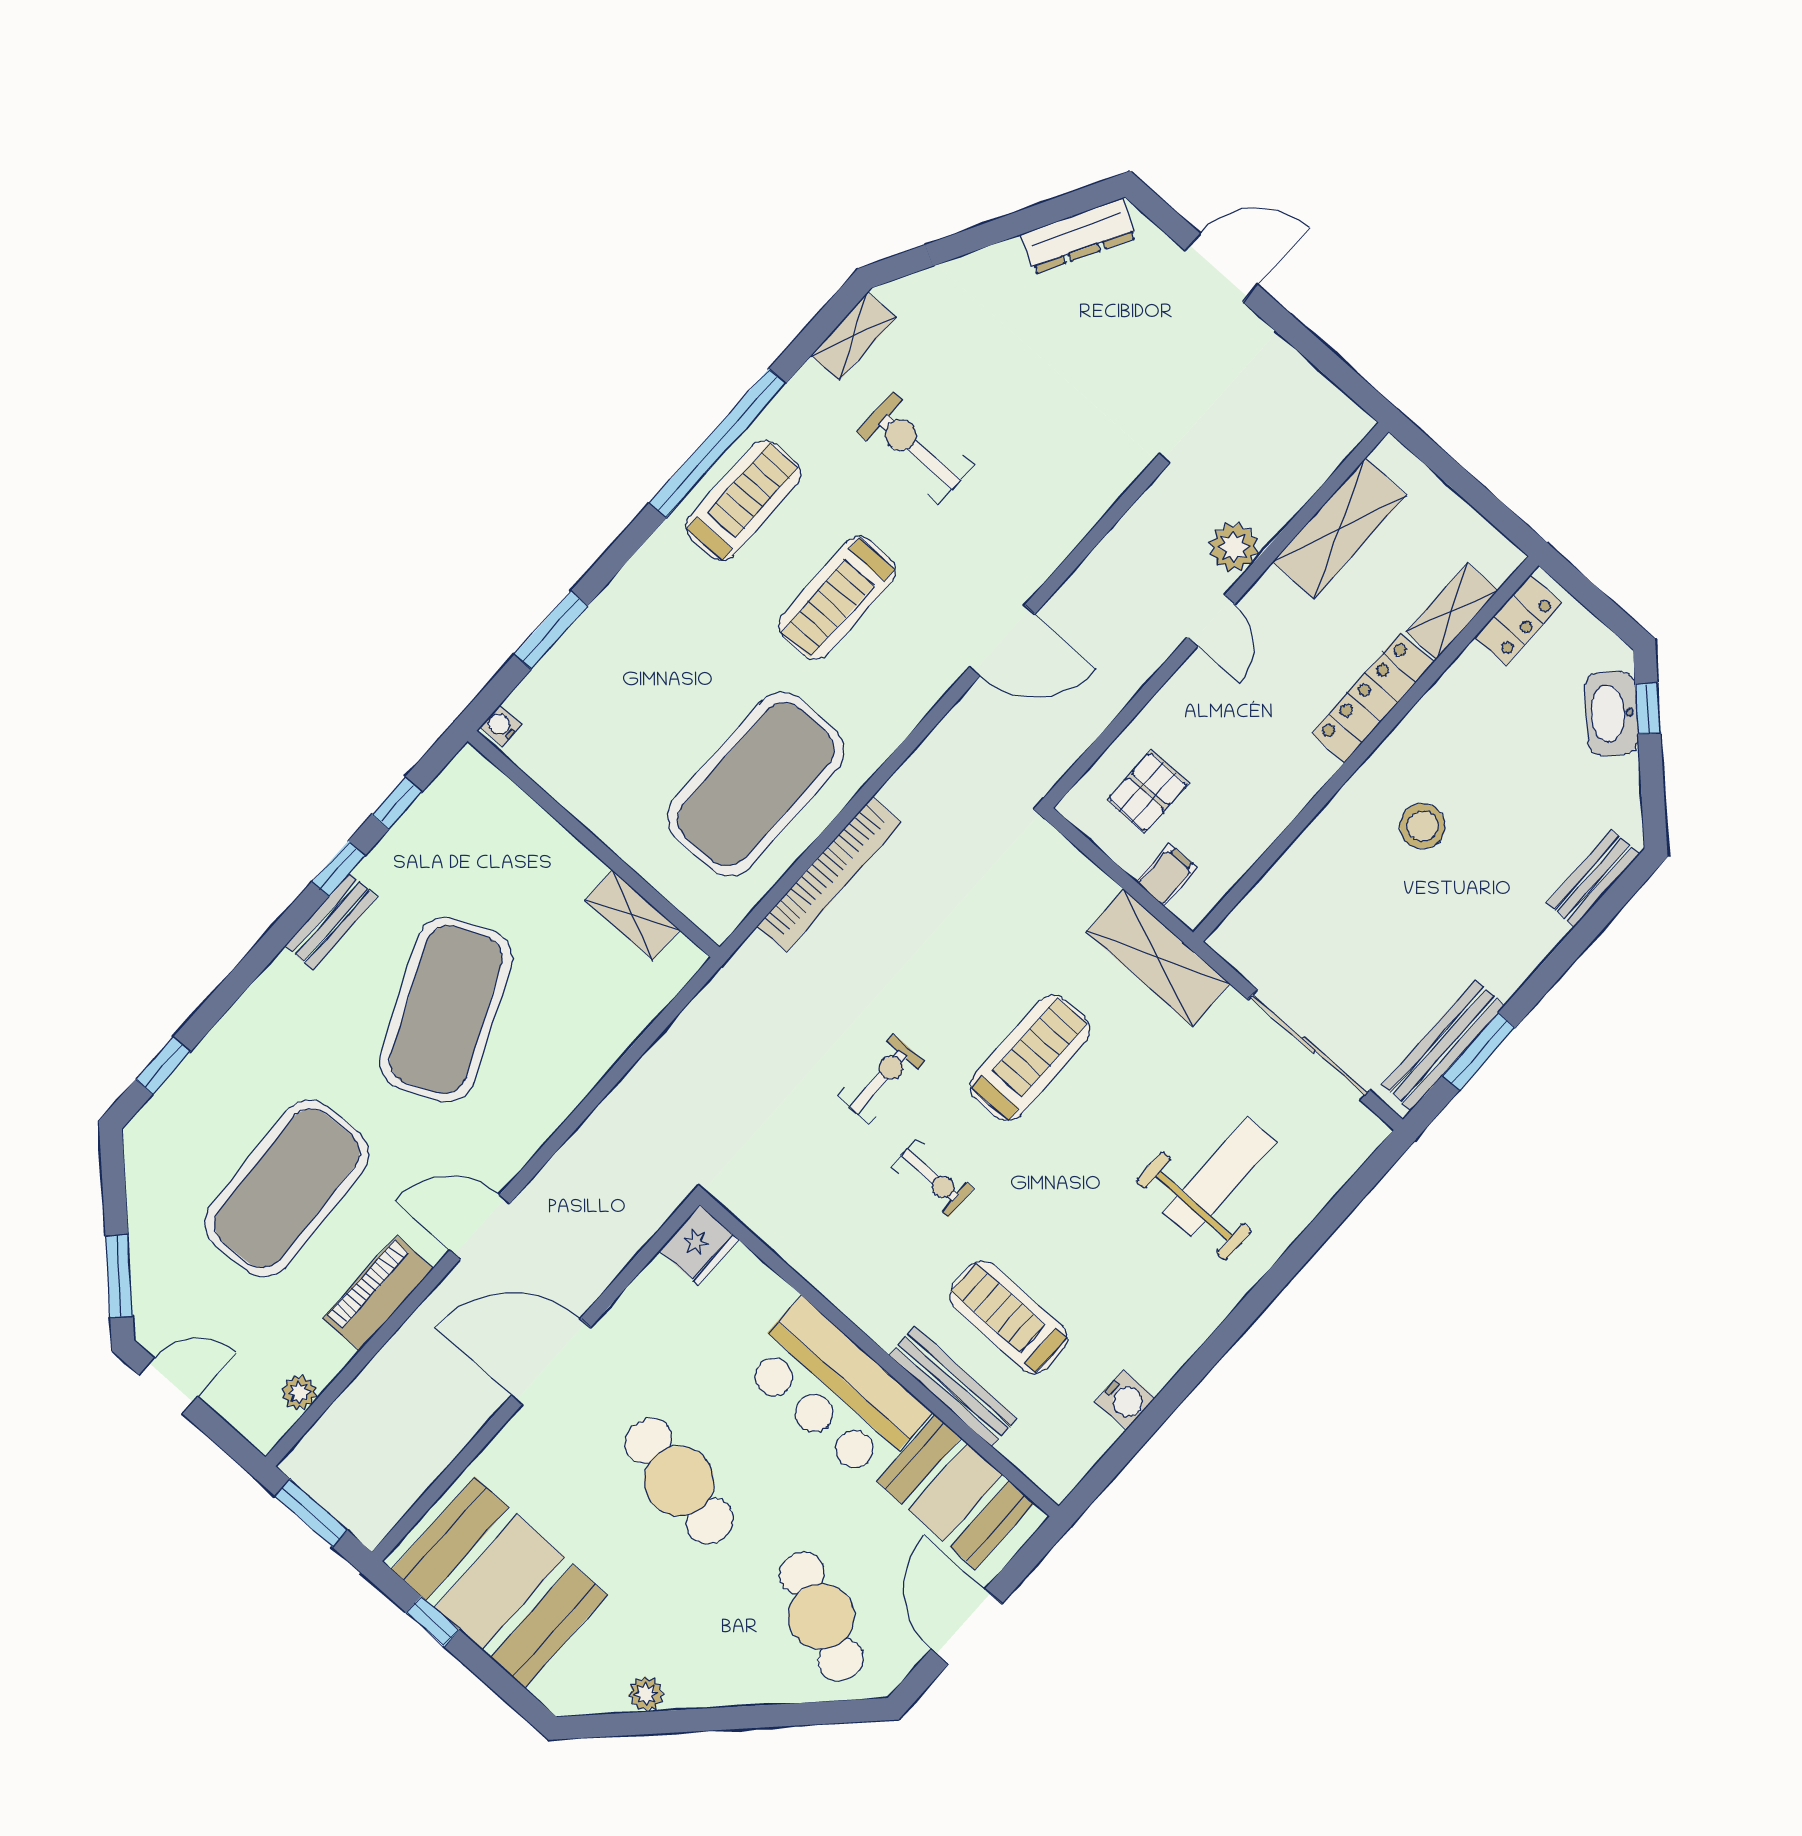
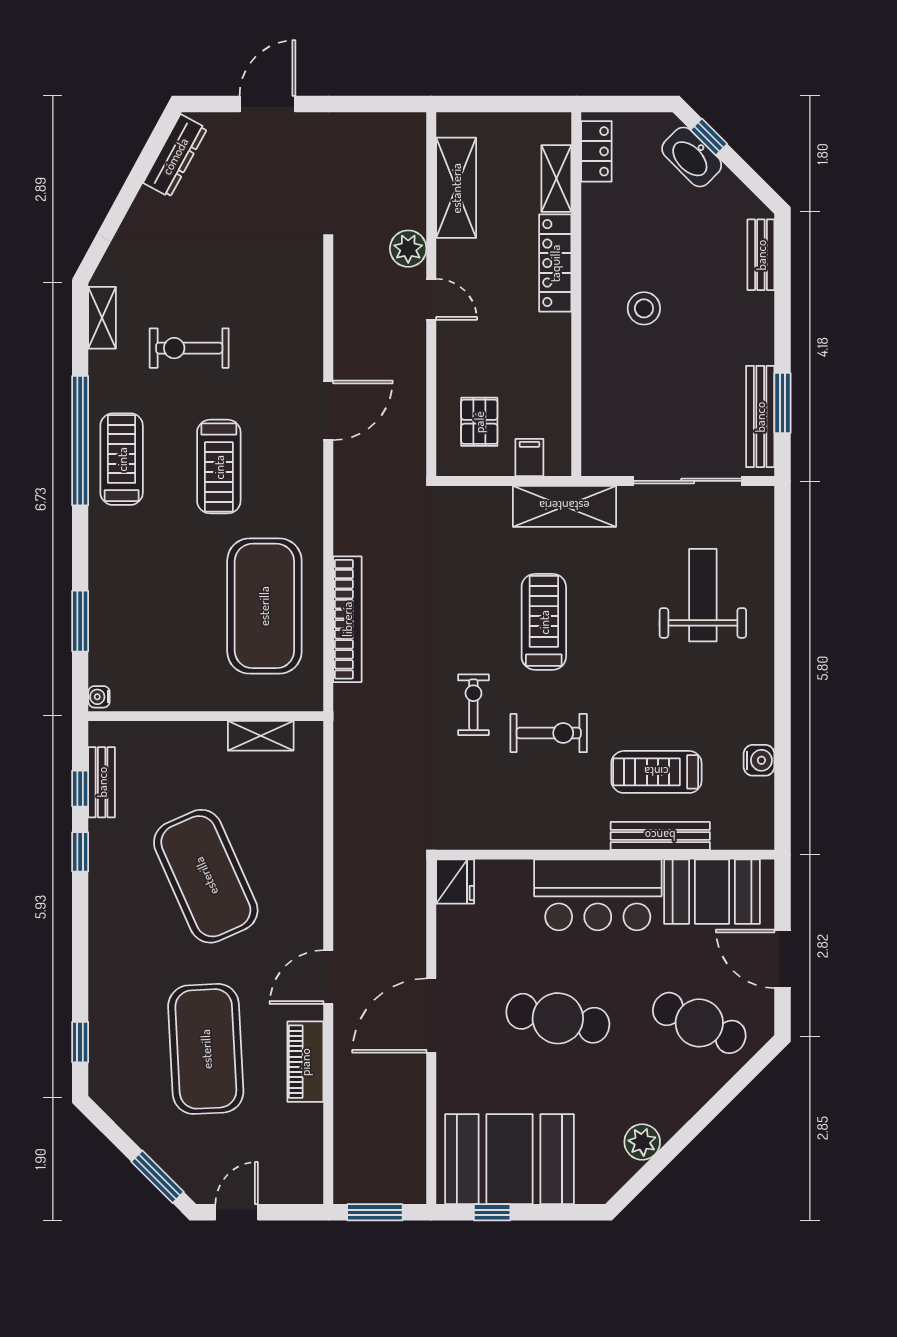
bench: (331, 922) -> (102, 782), moved
exercise bike: (933, 1178) -> (549, 733), width x1.38, depth x1.39
plant: (299, 1393) -> (310, 1153), removed
plant: (646, 1694) -> (642, 1142), width x1.38, depth x1.38

